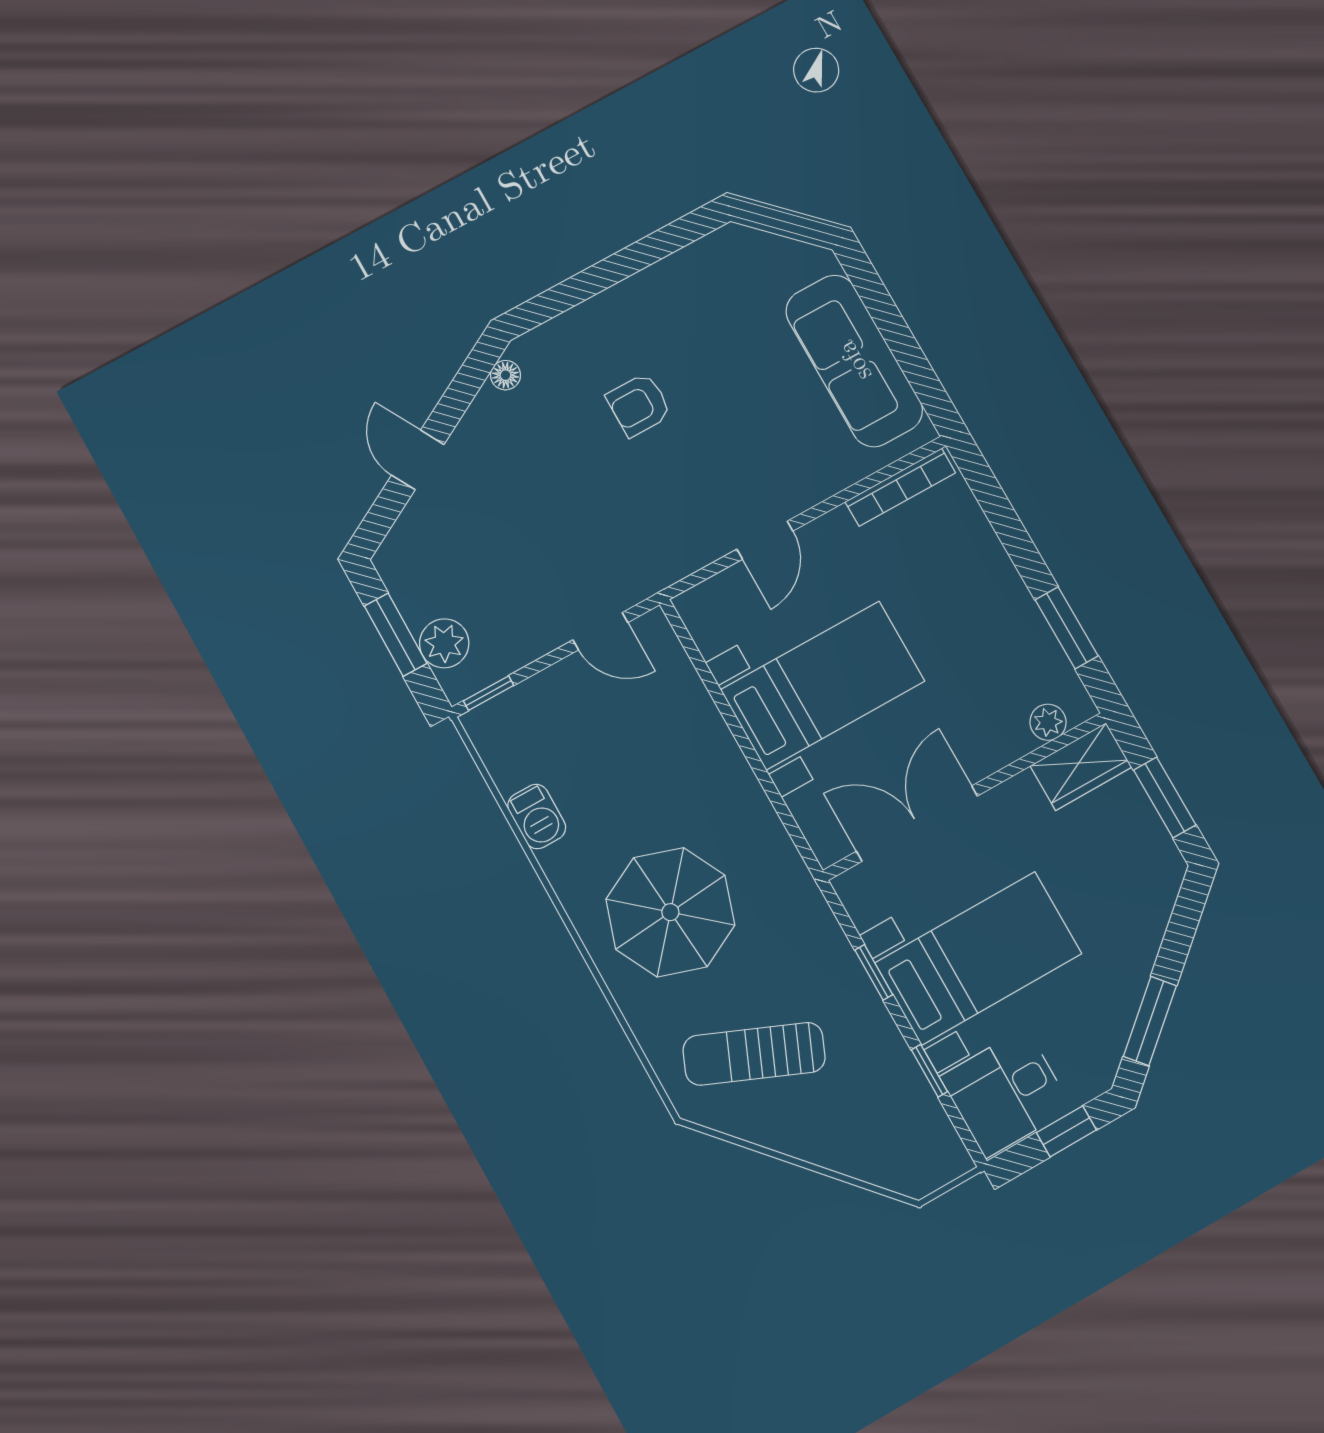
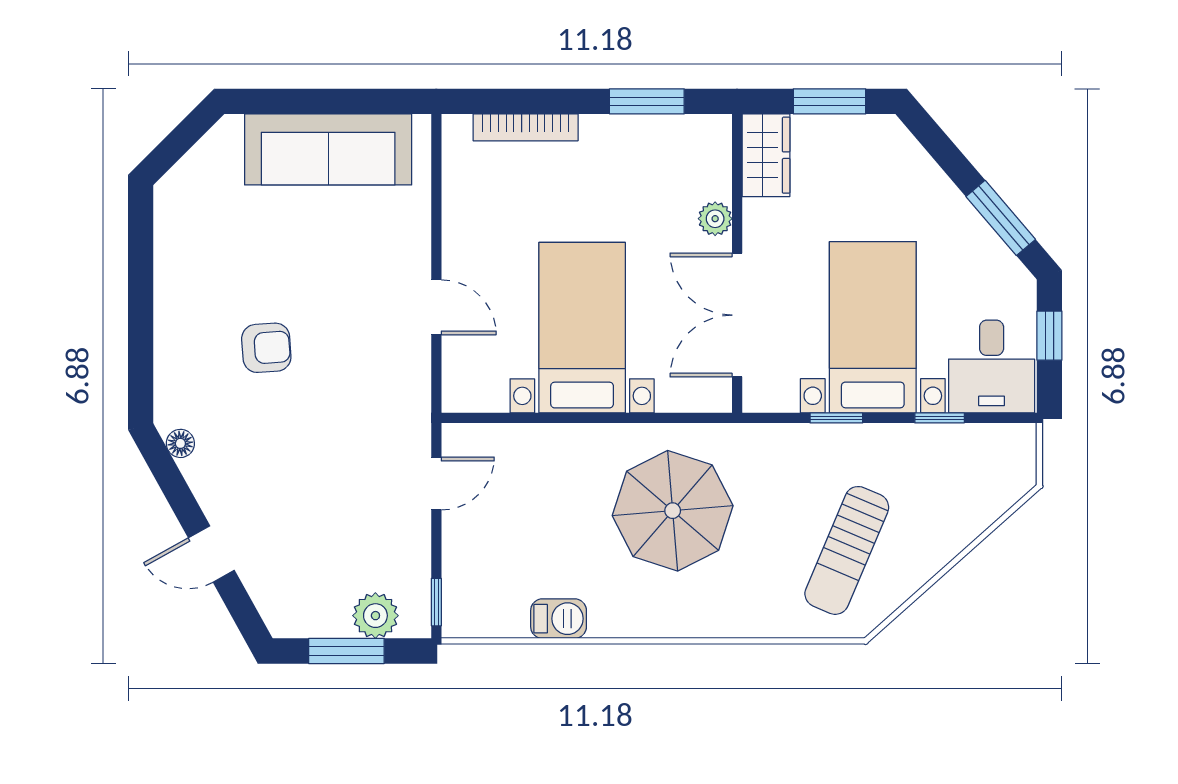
armchair: (639, 405) -> (266, 348), turned -94
bookcase: (900, 487) -> (526, 127), moved, turned 90
plant: (1048, 722) -> (715, 219), moved
parasol: (670, 912) -> (673, 511), moved

